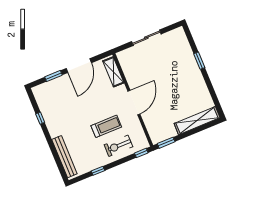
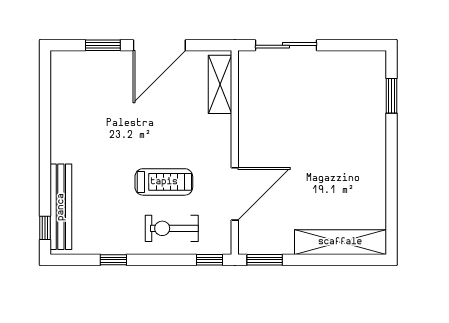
sliding door: (146, 38) -> (286, 45), moved
window: (199, 61) -> (391, 96), moved
door: (134, 103) -> (235, 194), moved
window: (40, 118) -> (45, 228), moved

